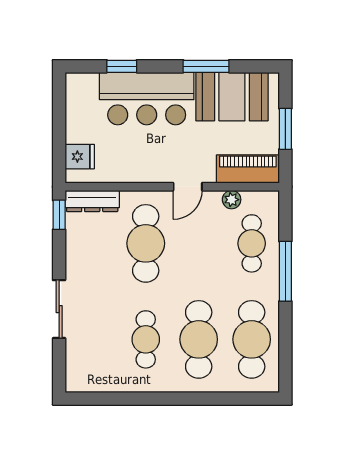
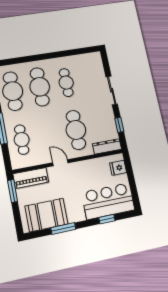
bar counter: (147, 99) -> (108, 201), moved
window: (285, 129) -> (13, 191), moved
door: (188, 187) -> (60, 163), hinge flipped
plant: (232, 200) -> (36, 160), removed
window: (59, 215) -> (119, 125), moved

